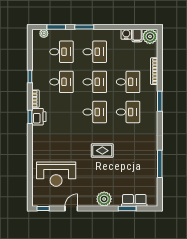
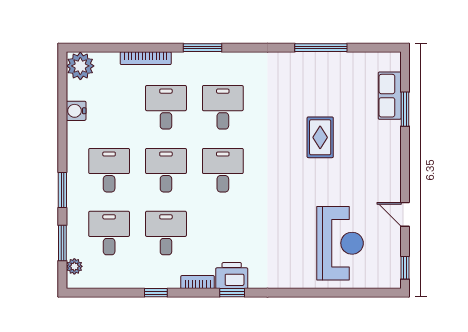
filing cabinet: (137, 35) -> (78, 90), removed
rug: (102, 151) -> (320, 137), moved
plant: (104, 199) -> (387, 153), removed

